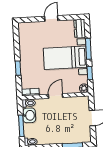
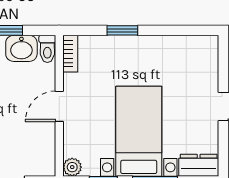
door: (55, 96) -> (59, 106), swing flipped

